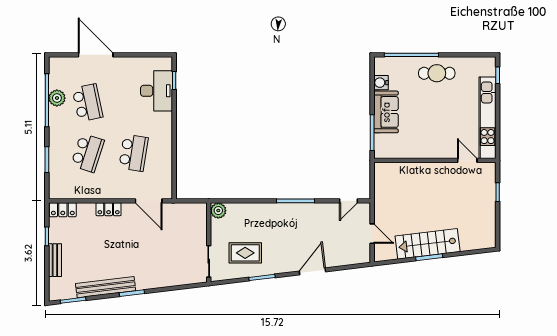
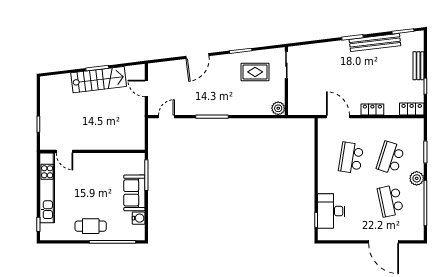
plant: (57, 98) -> (417, 178), moved

